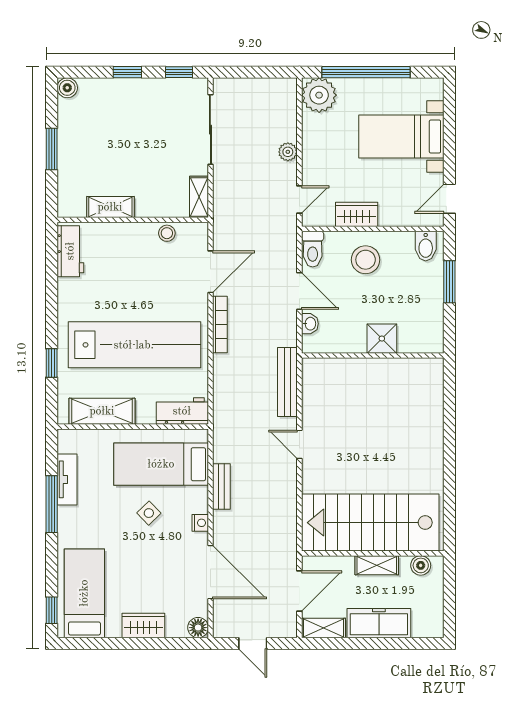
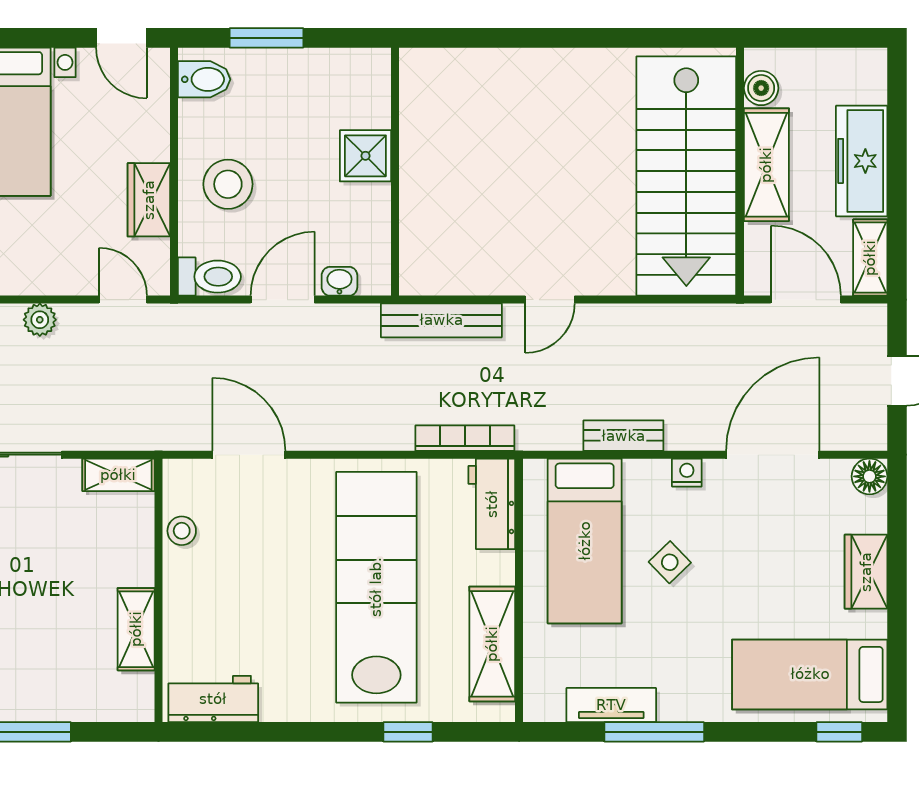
bookcase: (220, 325) -> (465, 438), moved
shelving: (377, 565) -> (766, 165), width x1.50, depth x1.33

